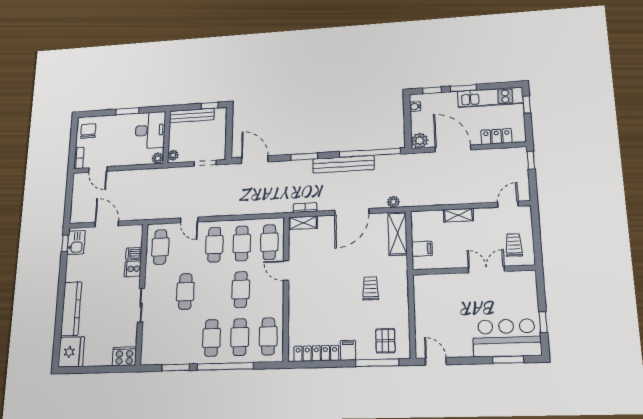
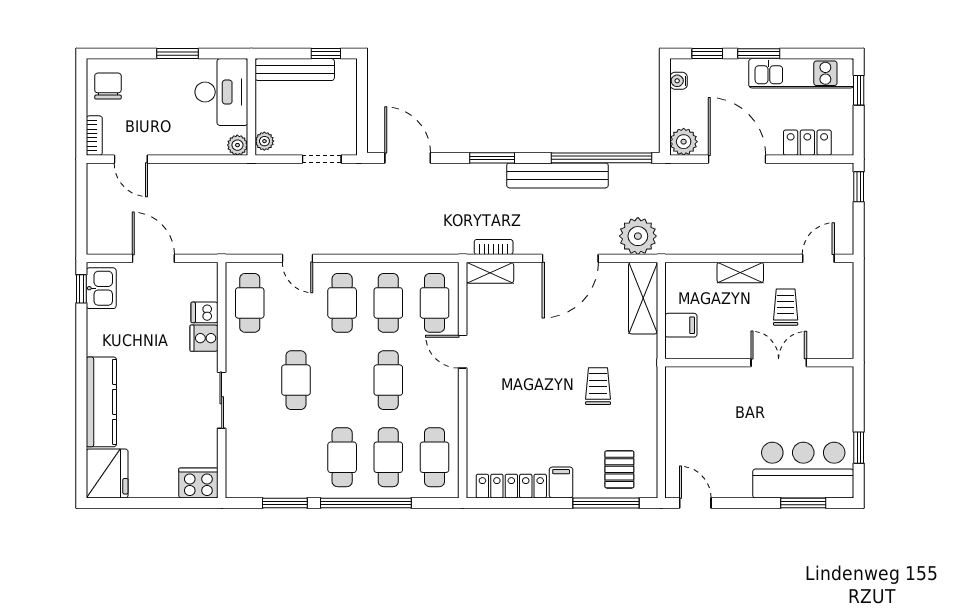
plant: (393, 202) -> (638, 236), width x1.88, depth x1.88
trolley: (514, 245) -> (786, 307), moved

